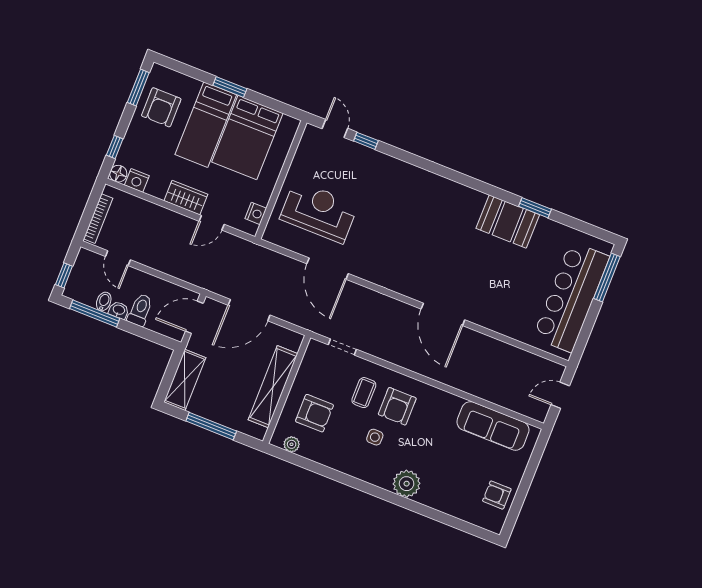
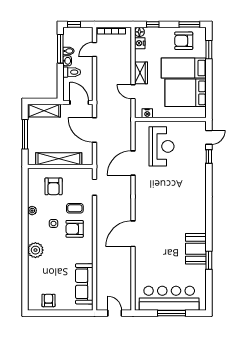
window: (230, 87) -> (209, 50), moved
window: (607, 277) -> (172, 313), moved
plant: (292, 444) -> (32, 211), moved

